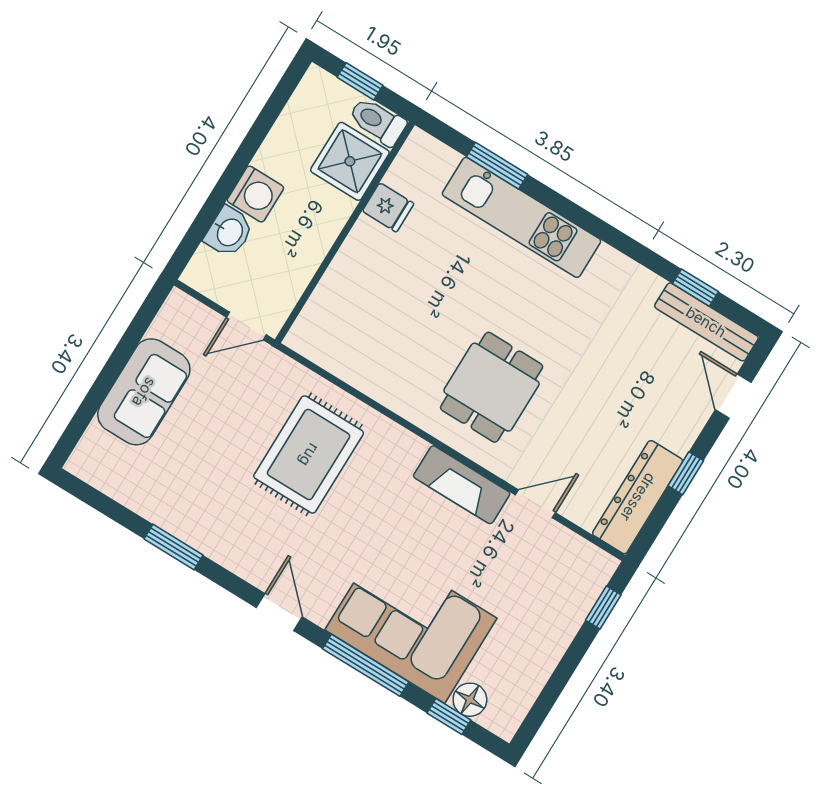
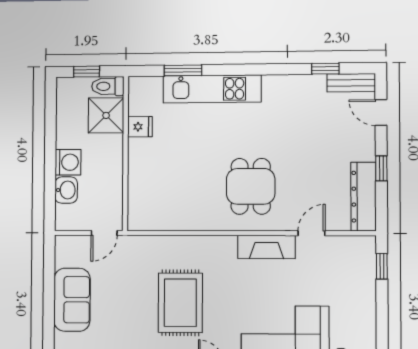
bench: (706, 322) -> (351, 83), width x0.73
rug: (309, 455) -> (180, 303), moved

